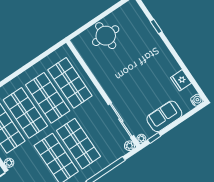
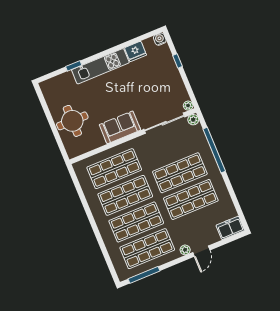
kitchen unit: (161, 51) -> (100, 66), added
sofa: (164, 116) -> (120, 127), moved, turned 90
window: (154, 138) -> (177, 61), moved

